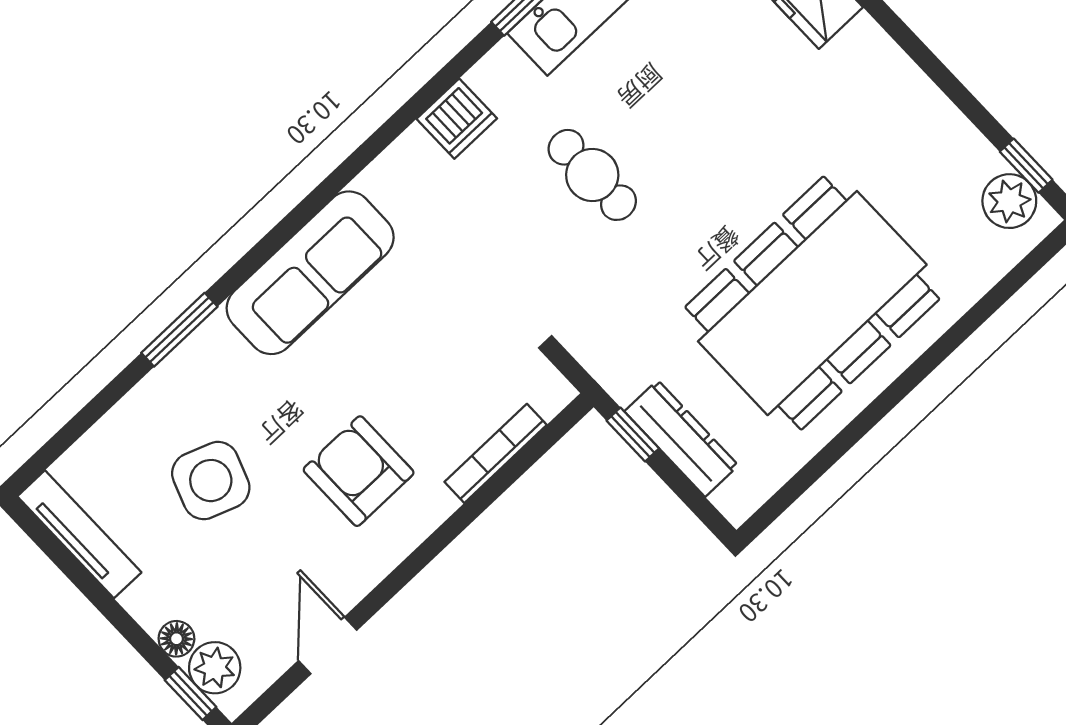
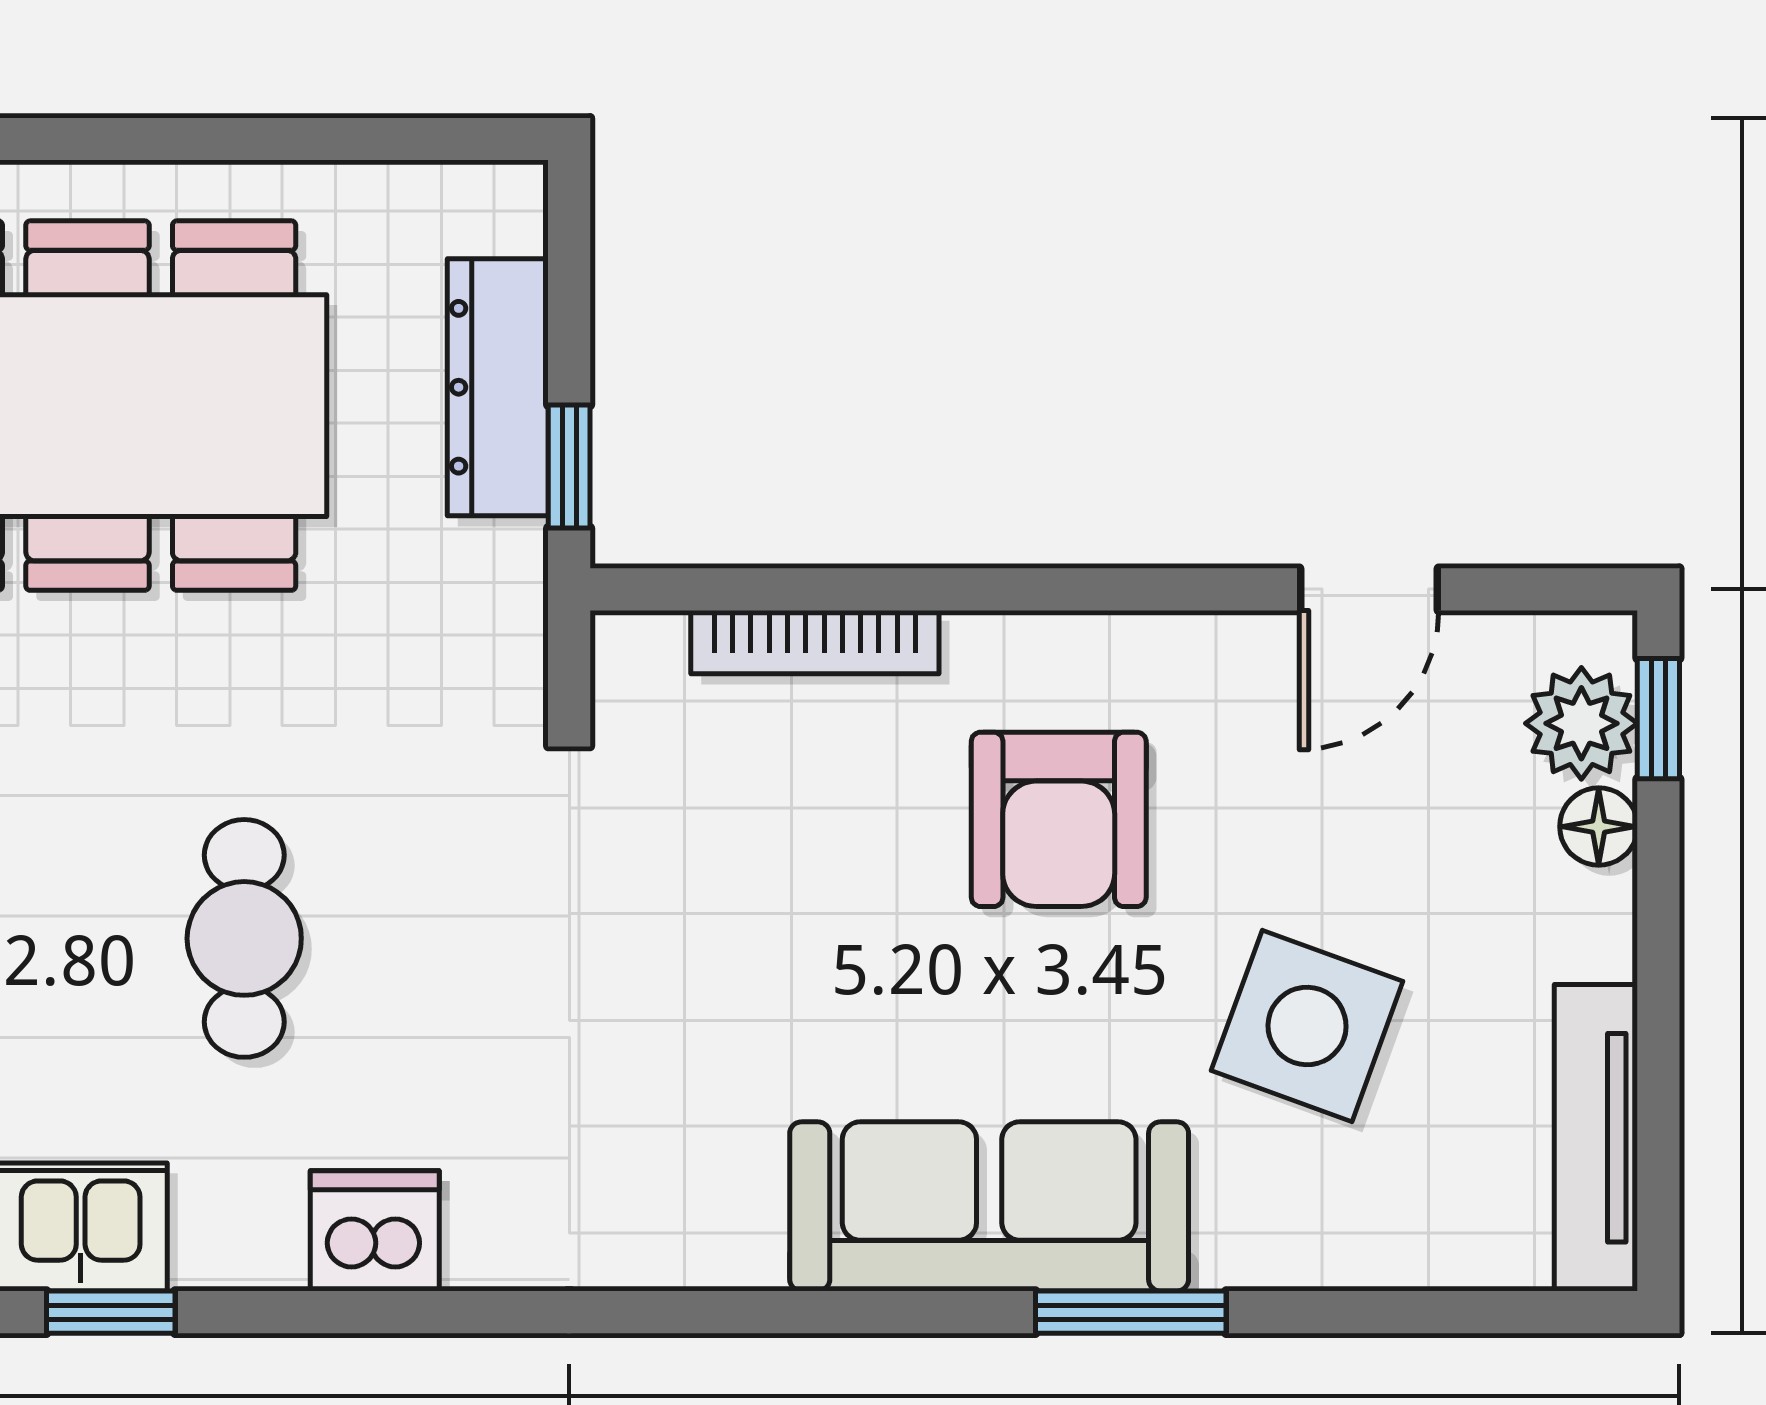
sofa: (310, 273) -> (989, 1206), moved

